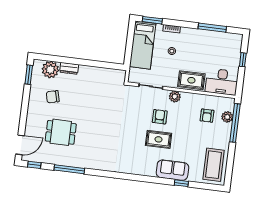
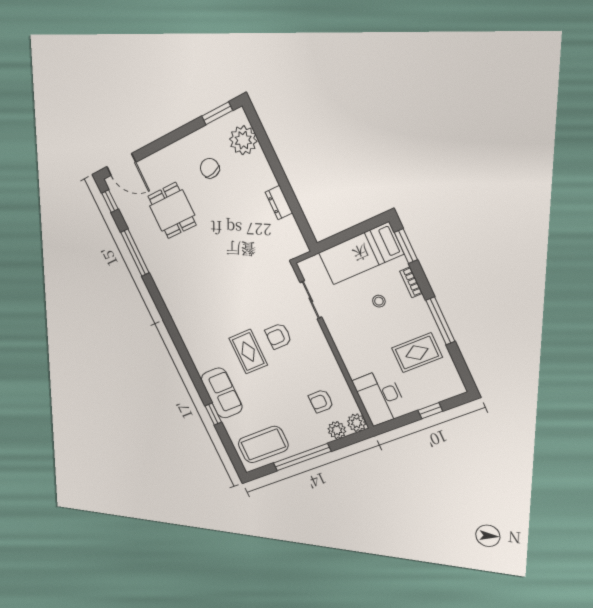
window: (212, 28) -> (440, 321), moved
dresser: (69, 68) -> (279, 203), moved
rug: (191, 80) -> (417, 353), moved, turned 90
plant: (175, 97) -> (357, 423), moved
armchair: (160, 117) -> (278, 336), turned 180
window: (235, 123) -> (302, 457), moved

